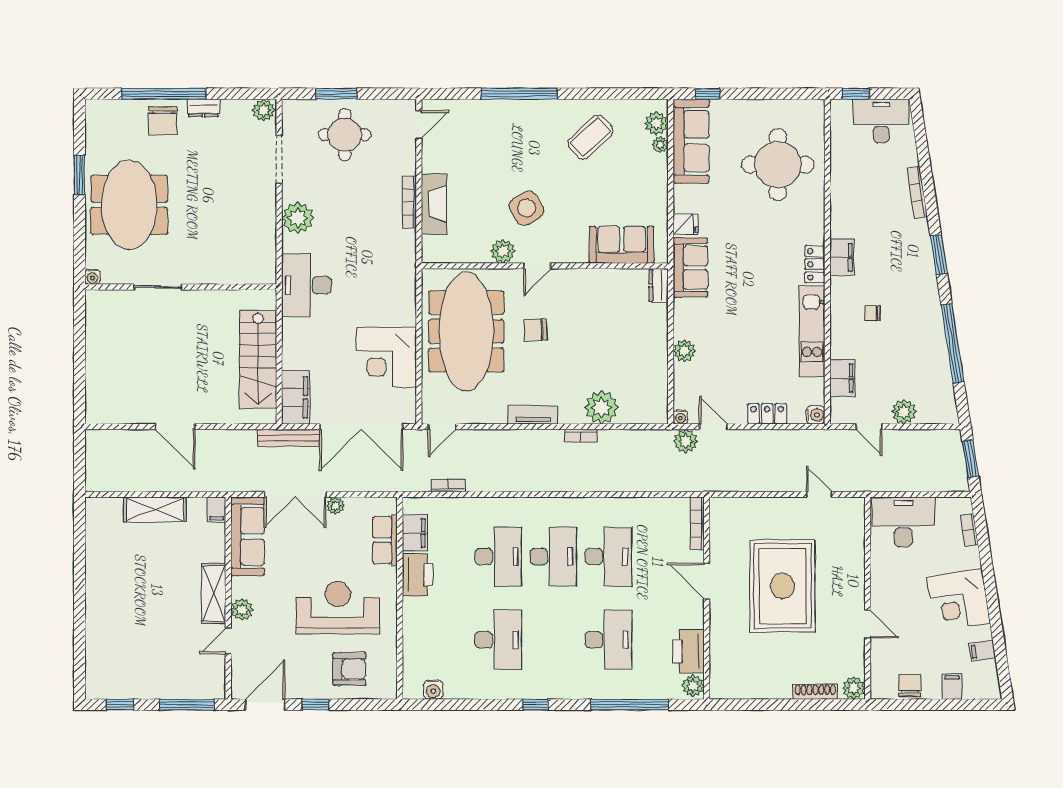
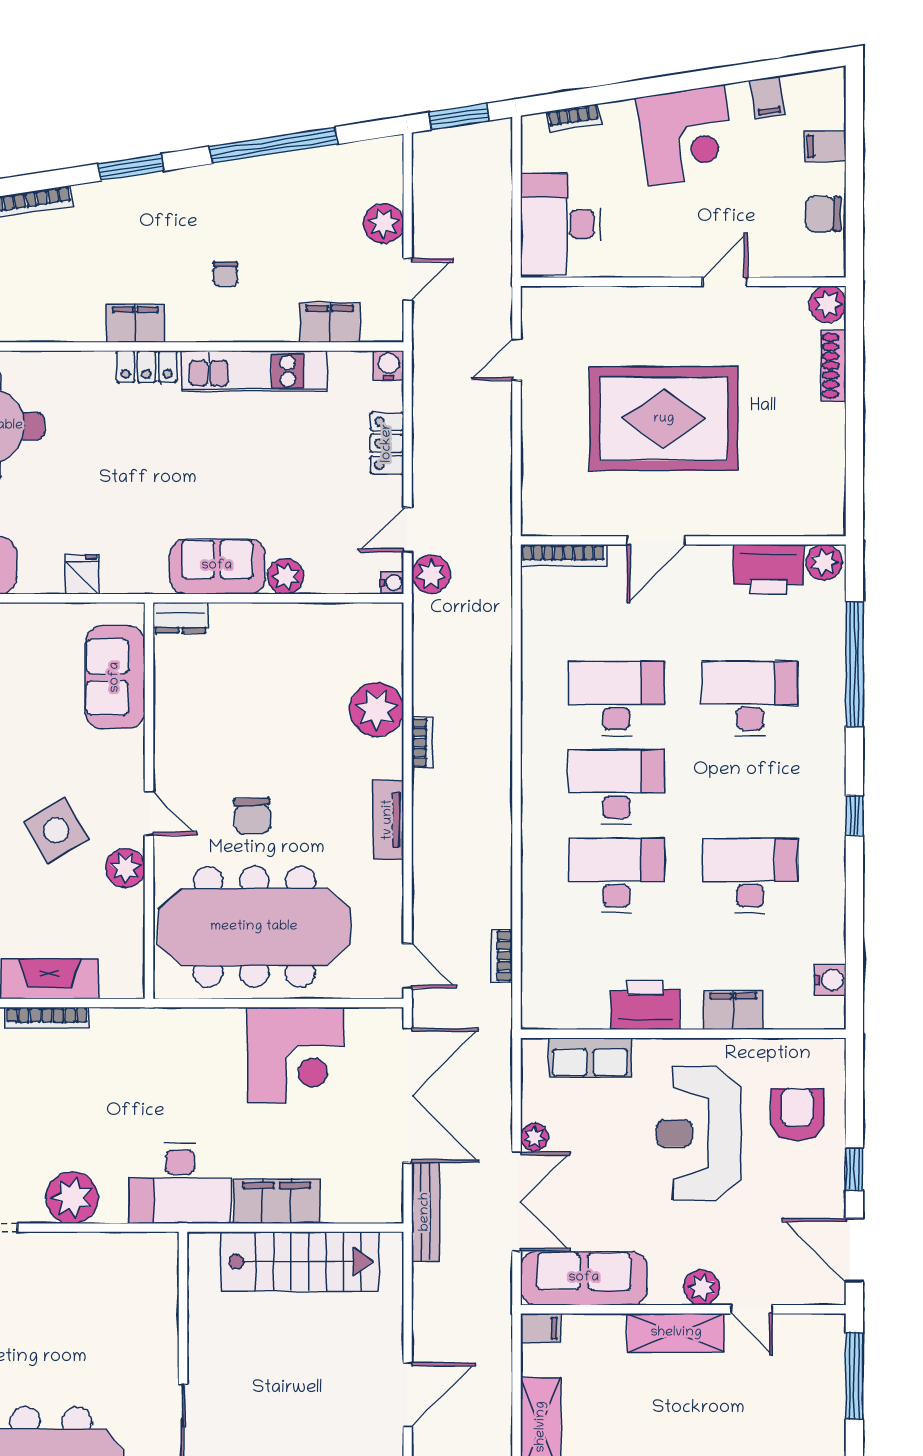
sofa: (690, 267) -> (217, 566), moved
filing cabinet: (296, 397) -> (277, 1201), moved
filing cabinet: (415, 533) -> (733, 1010), moved

